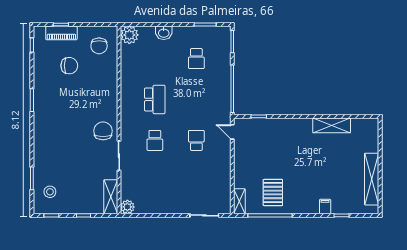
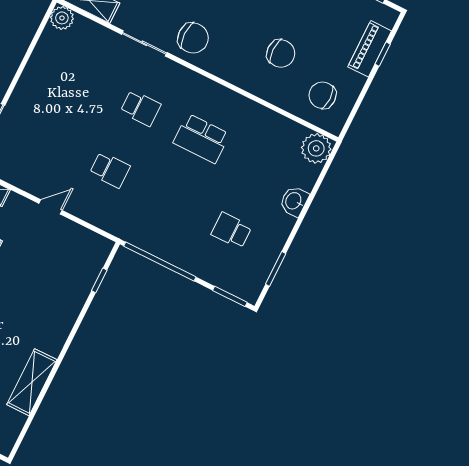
chair: (69, 66) -> (281, 53), moved, turned -90
door: (232, 132) -> (50, 207), moved
school desk: (155, 140) -> (141, 108), turned 180

